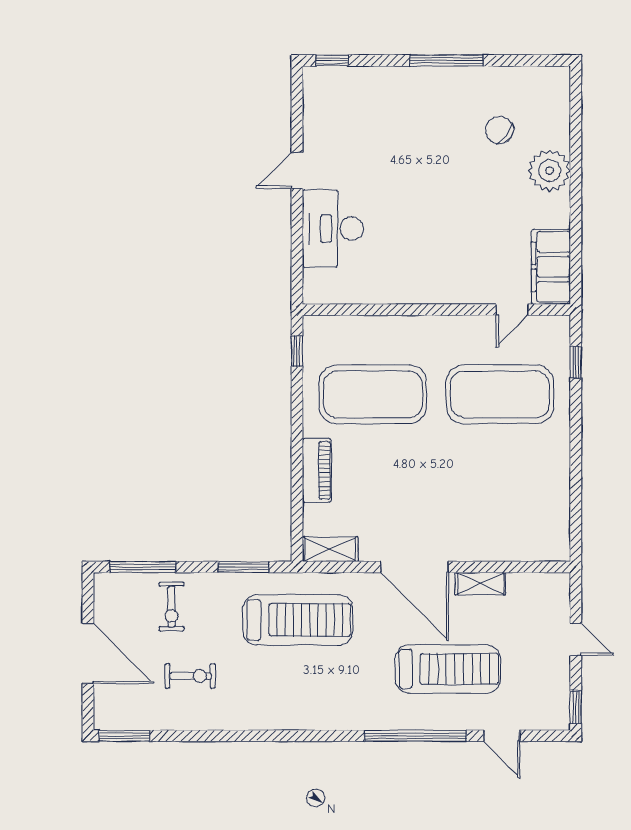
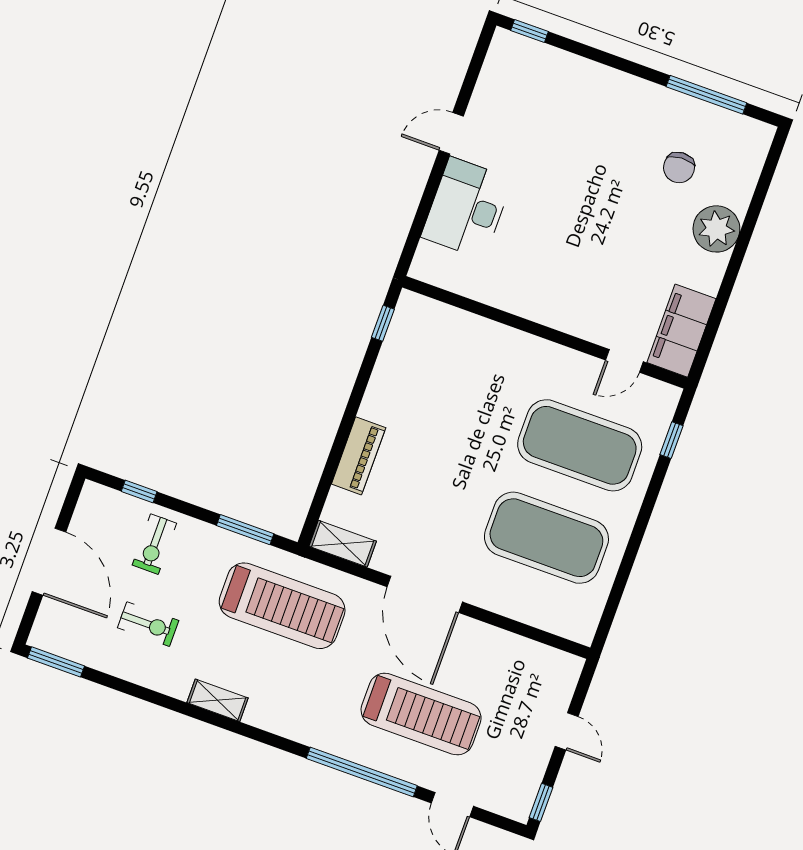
window: (446, 60) -> (706, 95), moved
chair: (499, 130) -> (679, 168), turned -128
exercise mat: (373, 394) -> (546, 538), moved
window: (143, 567) -> (139, 492), width x0.46
shelving: (480, 584) -> (218, 700), moved

